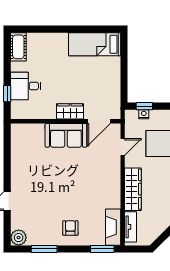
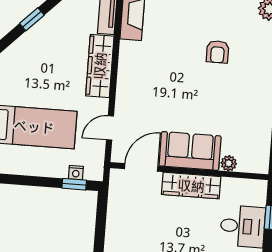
wardrobe: (70, 111) -> (191, 186), width x1.50
plant: (39, 129) -> (229, 163), added
armchair: (70, 228) -> (218, 52), moved

